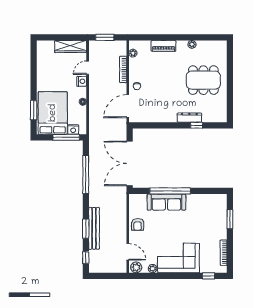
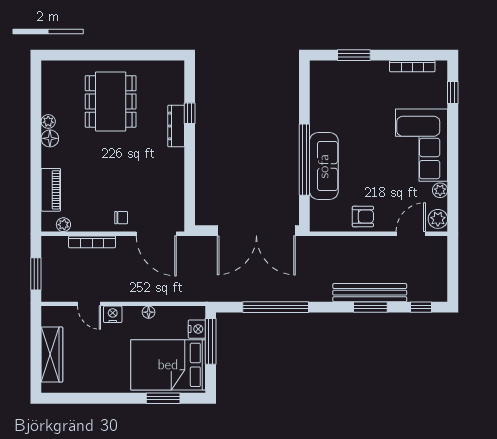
floor lamp: (182, 45) -> (50, 138), added
piano: (163, 46) -> (51, 190), moved
wardrobe: (71, 47) -> (52, 355), moved

